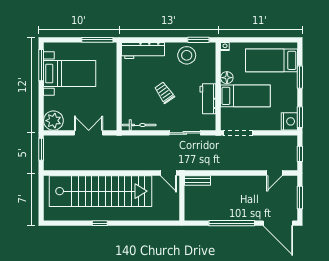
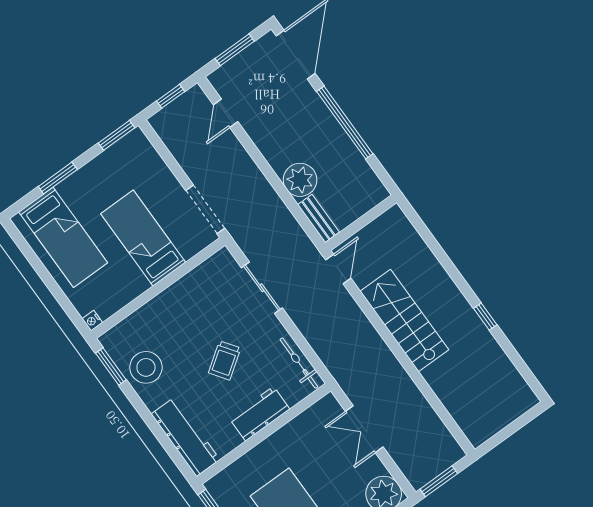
floor lamp: (227, 78) -> (136, 285), removed
workbench: (208, 99) -> (259, 414), moved, turned 180
nightstand: (289, 121) -> (134, 146), removed
door: (274, 173) -> (226, 113), swing flipped
plant: (221, 185) -> (300, 180), added
stairs: (100, 191) -> (404, 321), width x0.54, depth x0.66

